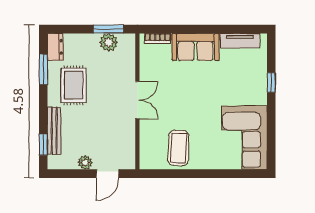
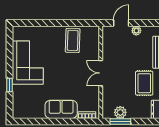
tv unit: (240, 41) -> (31, 114), removed
corner sofa: (244, 138) -> (28, 63), moved

